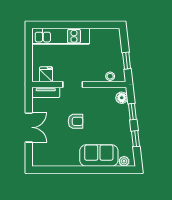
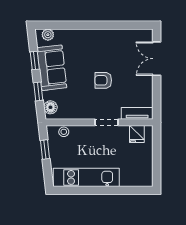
kitchen unit: (61, 36) -> (86, 177), moved
double door: (29, 127) -> (157, 59), moved
sofa: (99, 156) -> (52, 68), moved, turned -97

